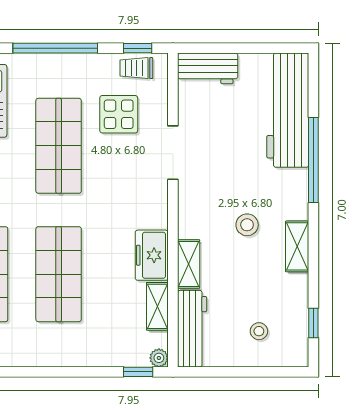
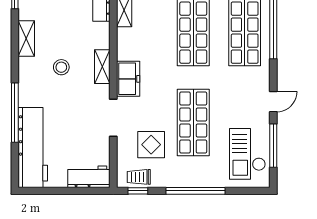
trolley: (136, 68) -> (139, 177), turned 180
shelving: (297, 246) -> (26, 38), moved
freezer: (152, 255) -> (128, 79), moved
shelving: (189, 264) -> (102, 67), moved

